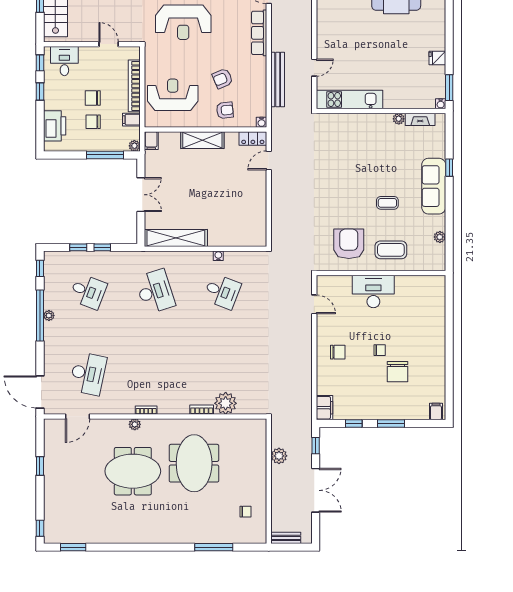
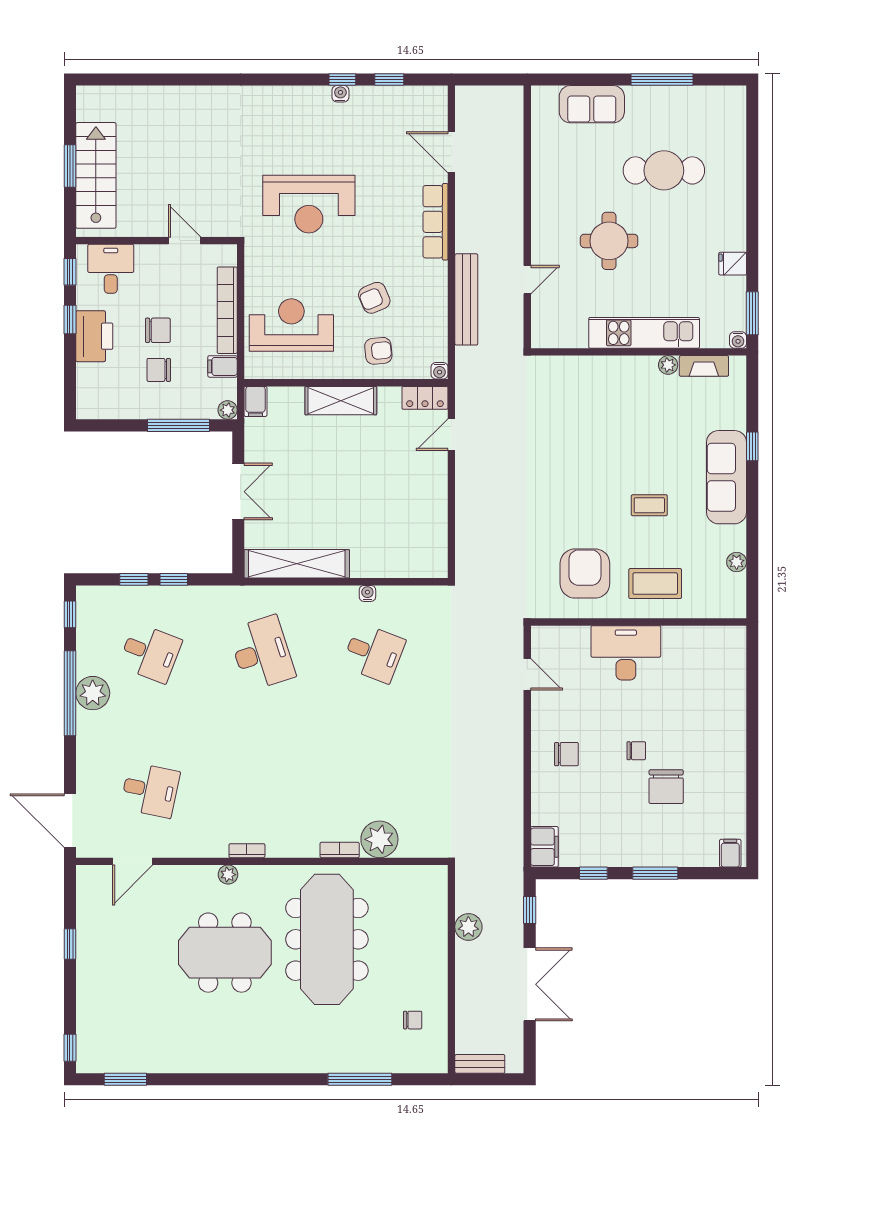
round table: (363, 44) -> (609, 241), added
chair: (93, 98) -> (158, 330), turned 180
kitchen unit: (349, 99) -> (644, 333), moved
printer: (55, 126) -> (94, 336), moved
plant: (49, 316) -> (93, 693), width x1.88, depth x1.88
desk: (88, 374) -> (150, 790), width x0.73
meeting table: (194, 463) -> (327, 939), width x1.36

